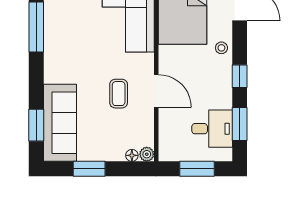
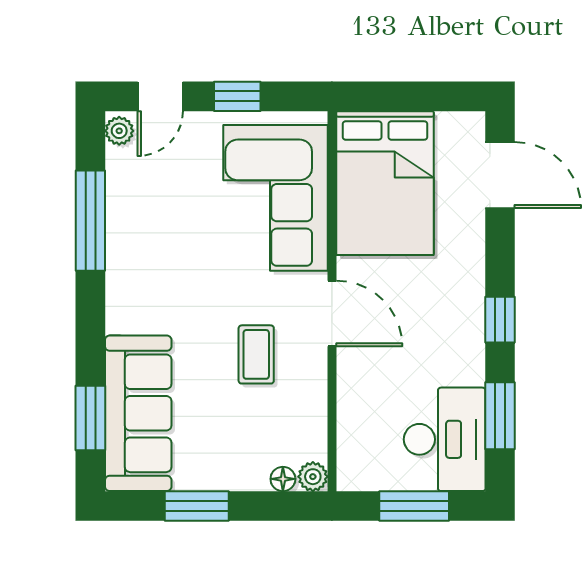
stool: (221, 48) -> (463, 262), removed
door: (156, 91) -> (332, 313), moved
desk: (212, 129) -> (445, 439), width x1.37

